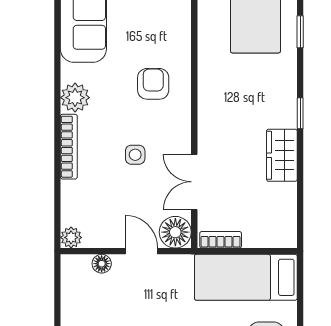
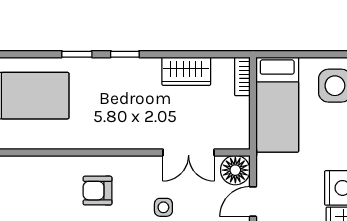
window: (300, 32) -> (77, 54), moved
wardrobe: (282, 155) -> (186, 71), moved
bookcase: (221, 240) -> (242, 76), moved

